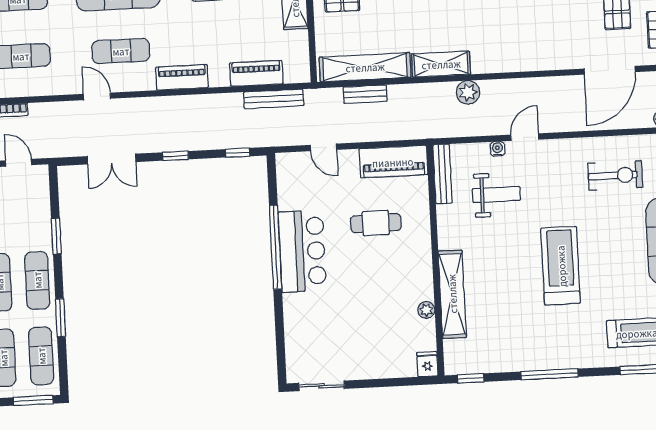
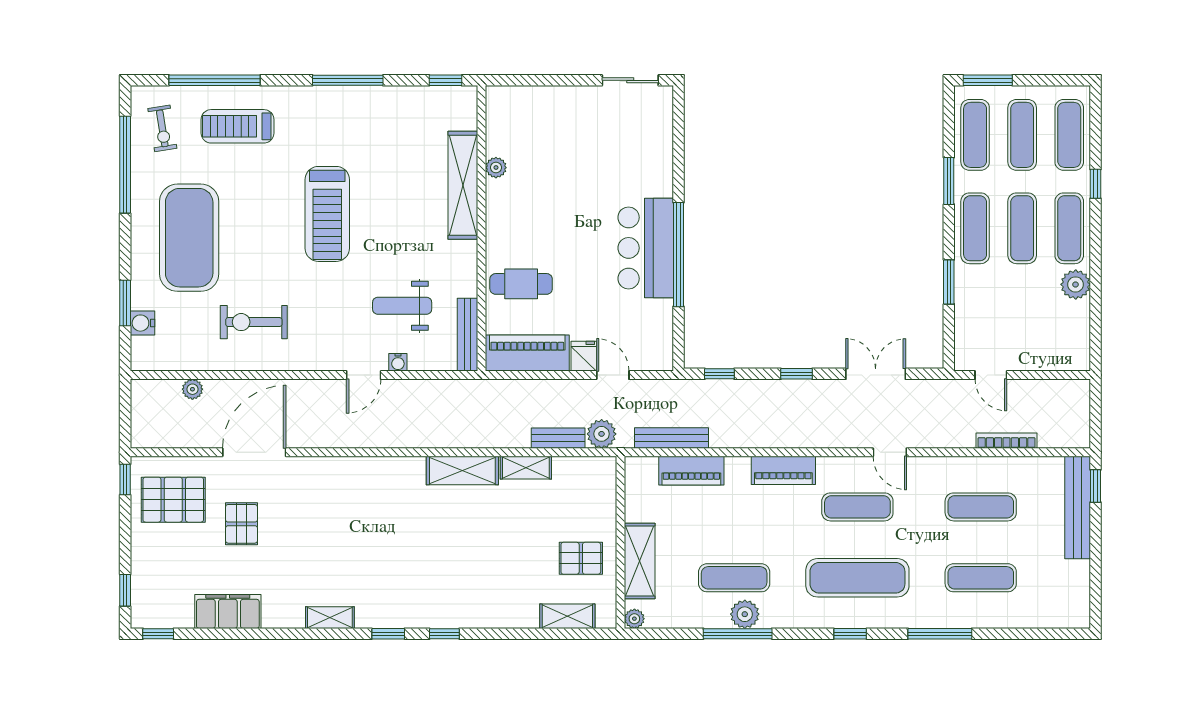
shelving: (365, 67) -> (526, 468), width x0.45, depth x0.75
plant: (468, 92) -> (602, 434), moved
cafe table: (376, 223) -> (521, 284), moved
fridge: (427, 364) -> (584, 356), moved, turned 180

